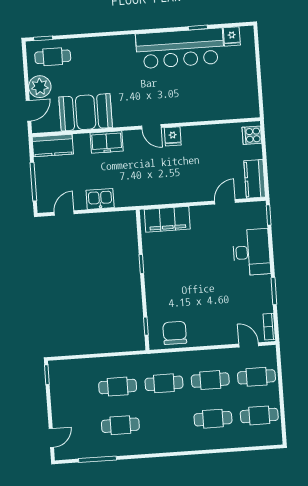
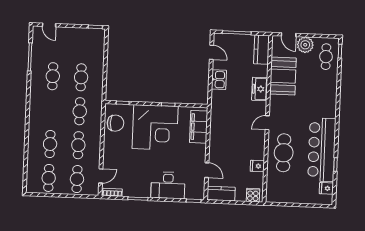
cafe table: (190, 100) -> (284, 153), added
fridge: (173, 136) -> (257, 166), moved
corner desk: (175, 278) -> (155, 127), added

